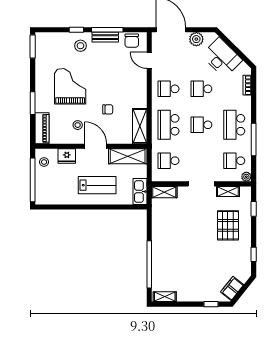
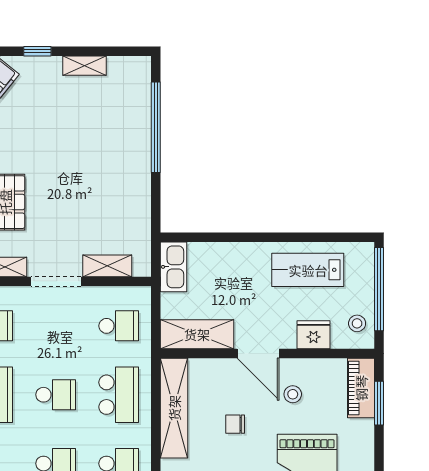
window: (33, 103) -> (379, 403), moved
shelving: (140, 126) -> (174, 408), width x1.47
lab bench: (97, 185) -> (308, 270), moved
shelving: (164, 192) -> (107, 266), moved
shelving: (165, 297) -> (84, 66), moved

